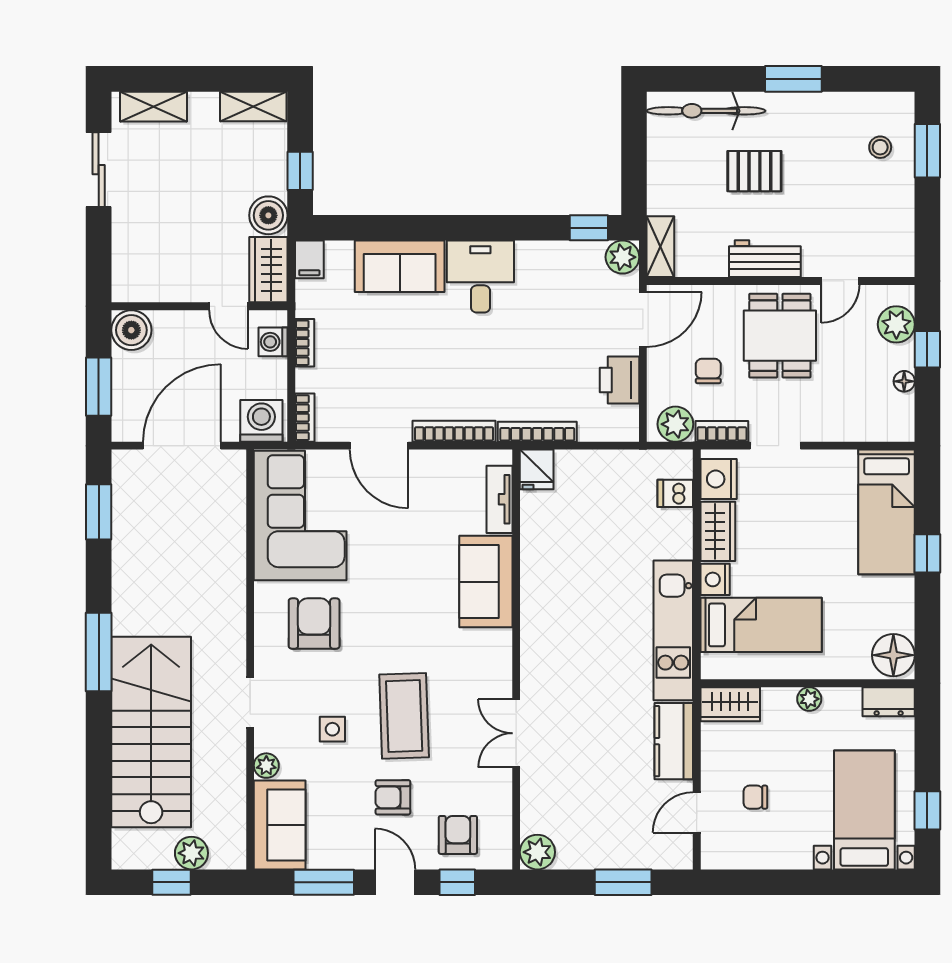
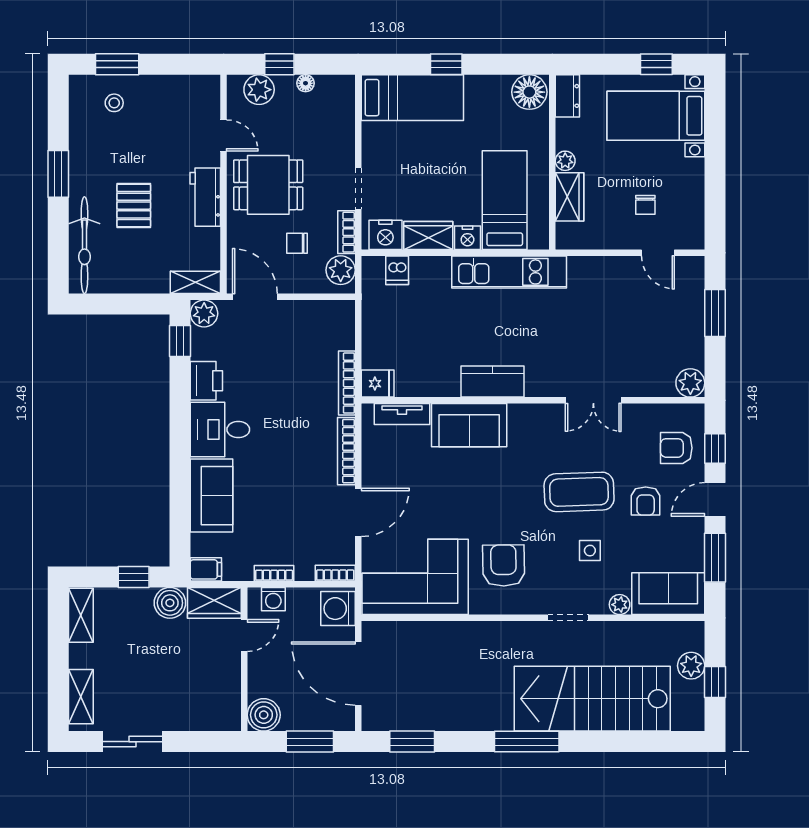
printer: (620, 380) -> (206, 381), moved, turned -90
armchair: (314, 624) -> (504, 566), turned 89
wardrobe: (730, 704) -> (570, 197), moved
kitchen counter: (674, 741) -> (493, 382), moved, turned 180

